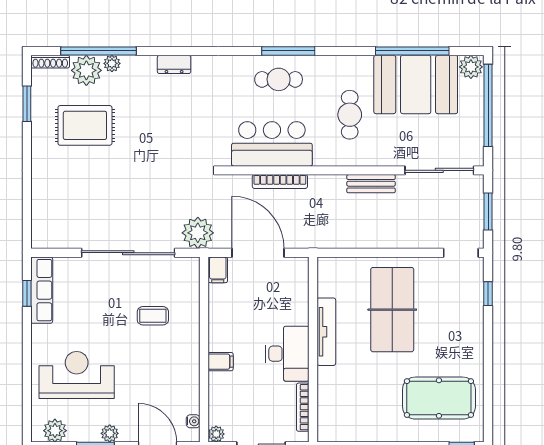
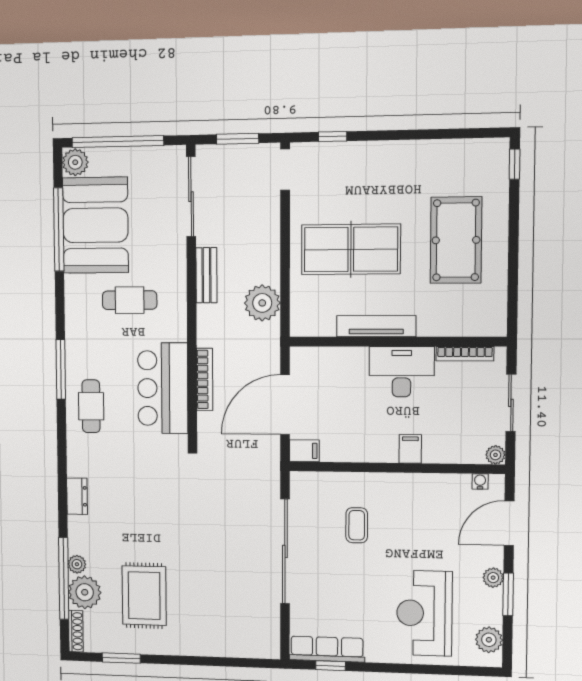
cafe table: (279, 79) -> (91, 406), moved
plant: (198, 233) -> (262, 303), moved
pool table: (439, 398) -> (456, 240), moved

